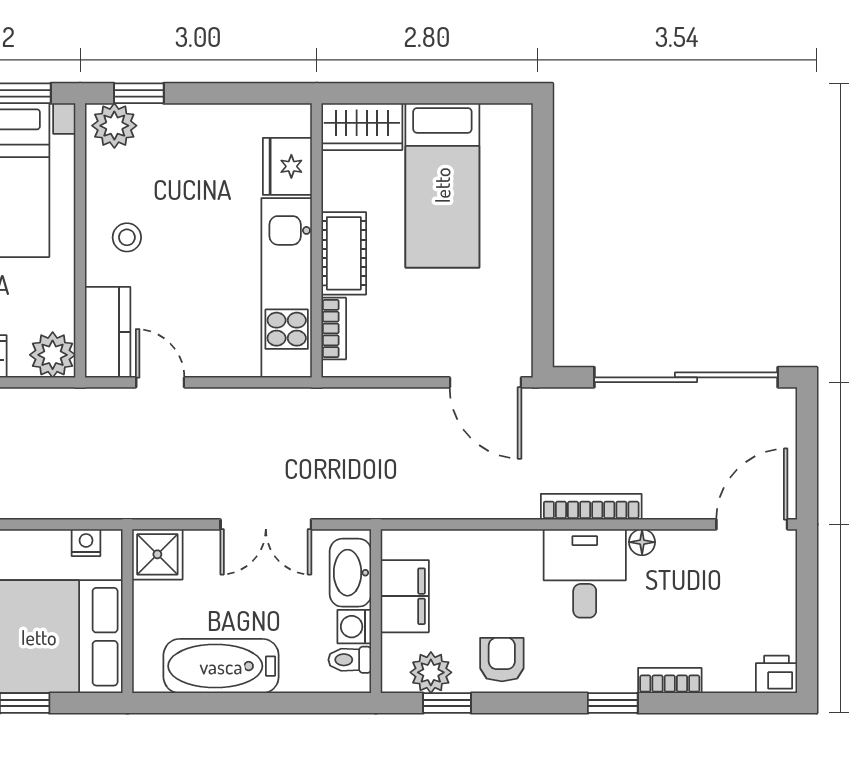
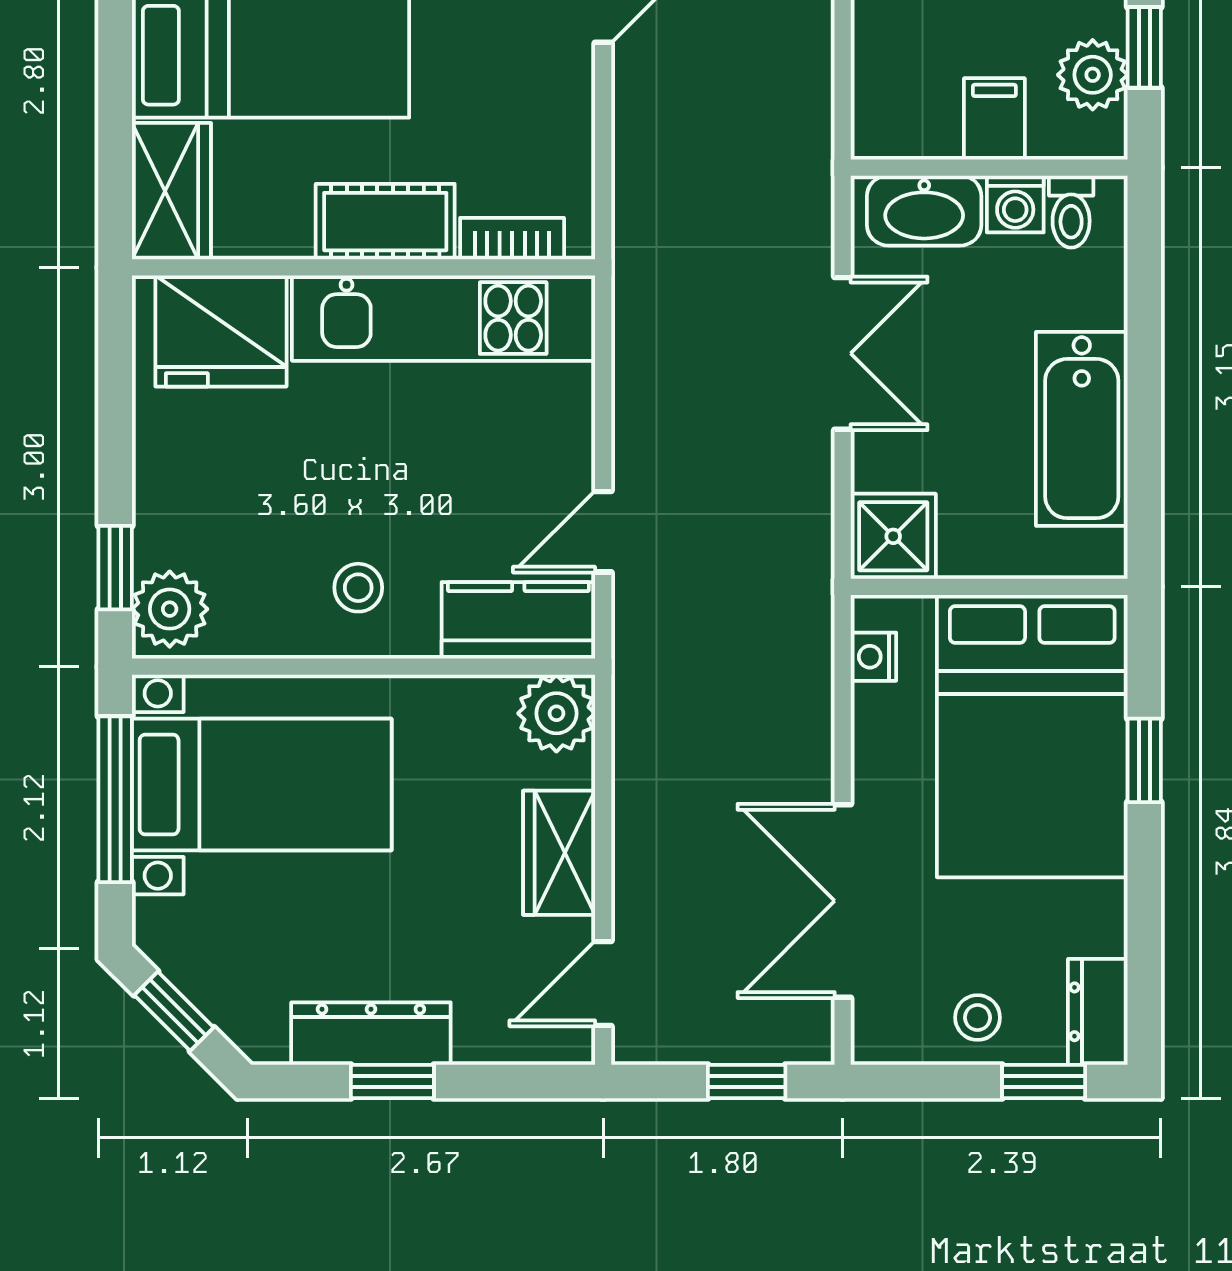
fridge: (287, 166) -> (221, 331), width x1.36, depth x1.34
filing cabinet: (405, 596) -> (994, 119), width x0.50

